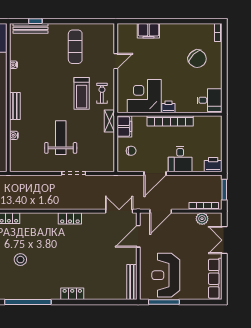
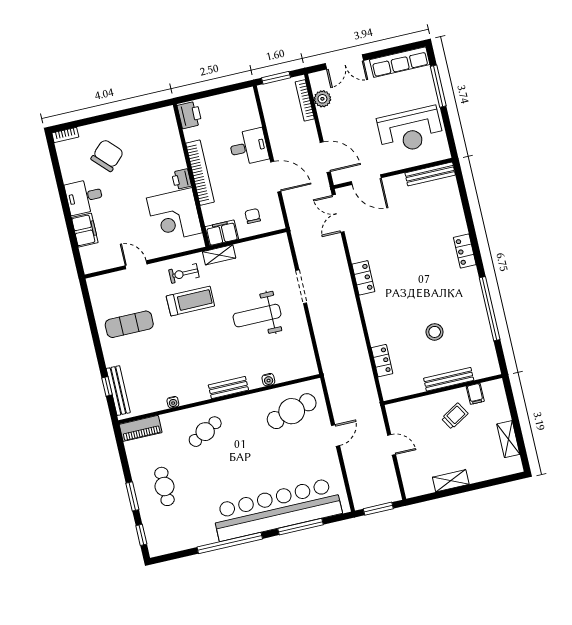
desk: (210, 100) -> (84, 197), moved, turned -90
printer: (213, 165) -> (190, 115), moved, turned 180
window: (164, 302) -> (438, 86), moved

